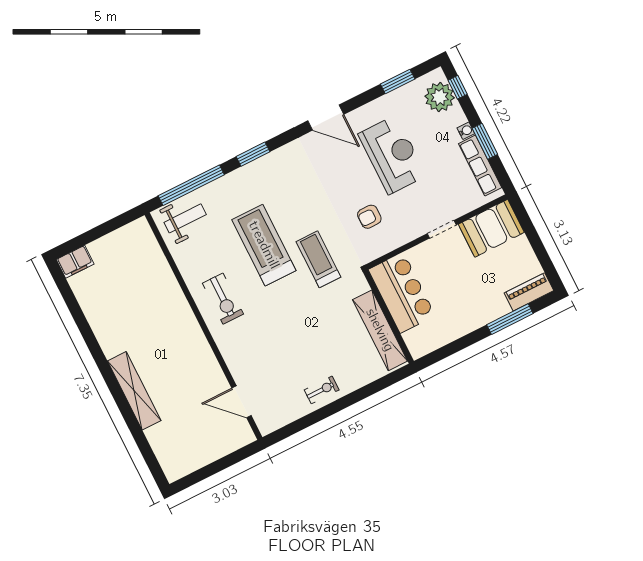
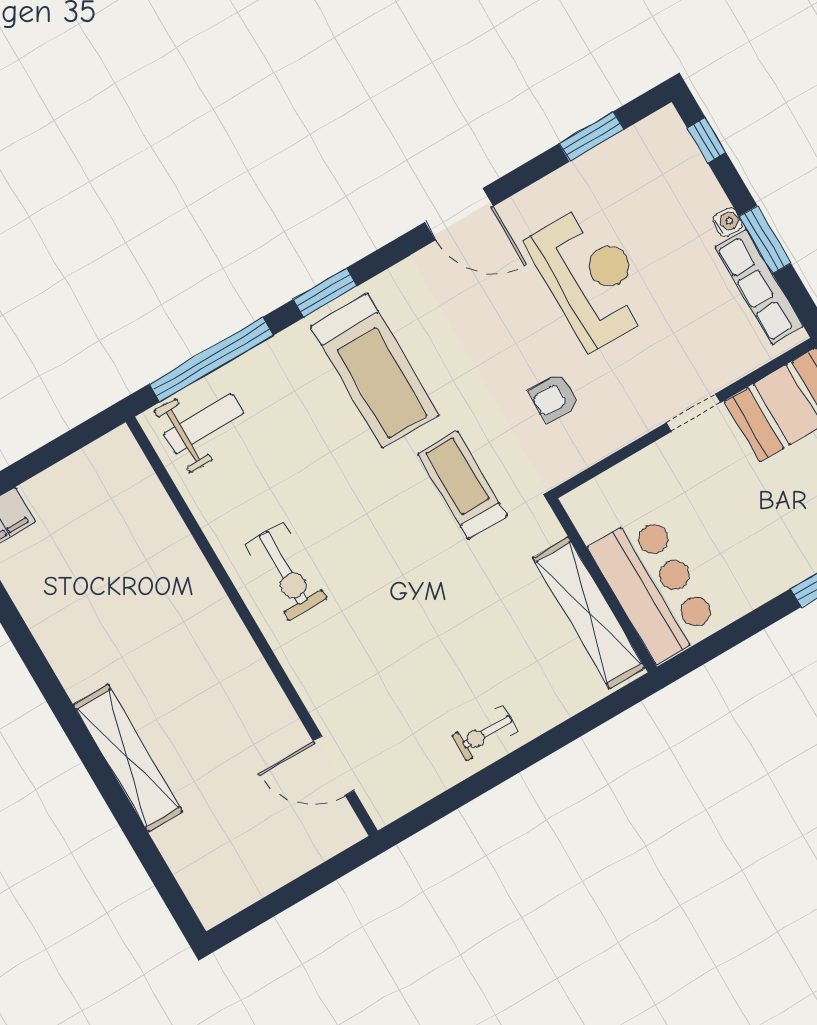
plant: (440, 97) -> (673, 161), removed
treadmill: (264, 245) -> (375, 371), moved, turned 180
bar counter: (402, 293) -> (654, 587), moved
exercise bike: (322, 390) -> (485, 733), turned 180

